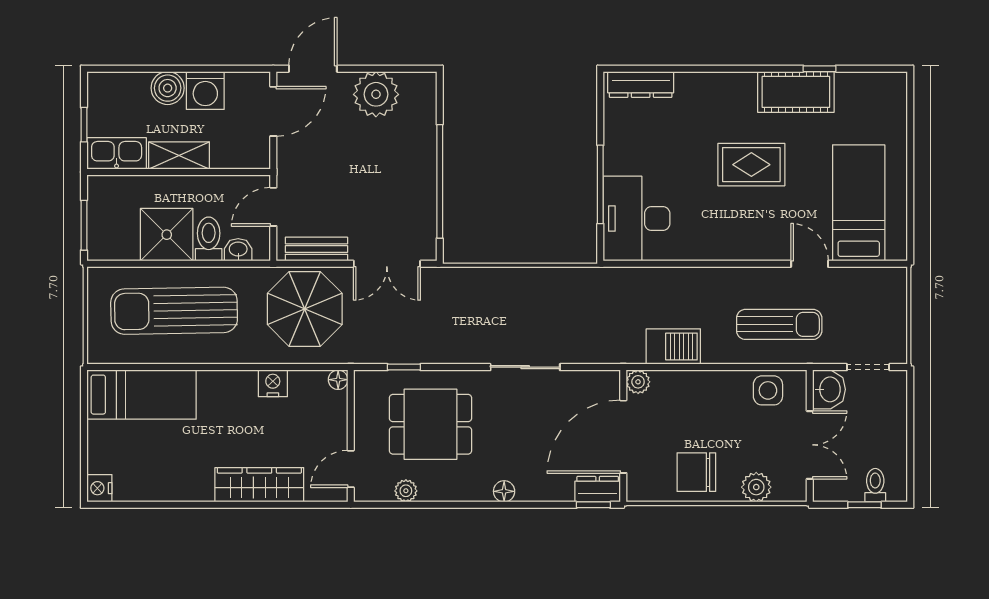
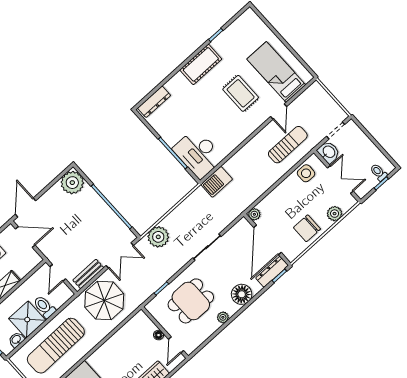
cot: (796, 92) -> (201, 64), moved
plant: (376, 94) -> (72, 183), moved
door: (273, 111) -> (25, 237), hinge flipped
rug: (751, 165) -> (241, 93), moved, turned 90
washbasin: (238, 250) -> (16, 340), moved
door: (810, 264) -> (279, 112), swing flipped
plant: (468, 288) -> (158, 237), added
barbecue: (673, 347) -> (217, 182), moved, turned 180
floor lamp: (338, 380) -> (159, 335), moved
nightstand: (273, 383) -> (118, 339), removed
dresser: (598, 489) -> (272, 272), width x1.44
plant: (406, 491) -> (223, 317), moved
floor lamp: (504, 491) -> (242, 294), width x1.89, depth x1.89

